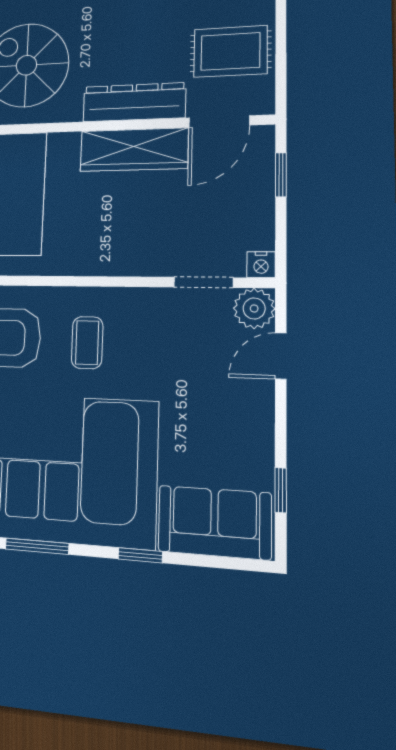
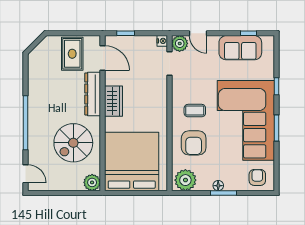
wardrobe: (134, 150) -> (113, 101), width x0.67
sofa: (214, 522) -> (240, 48), moved, turned -90

